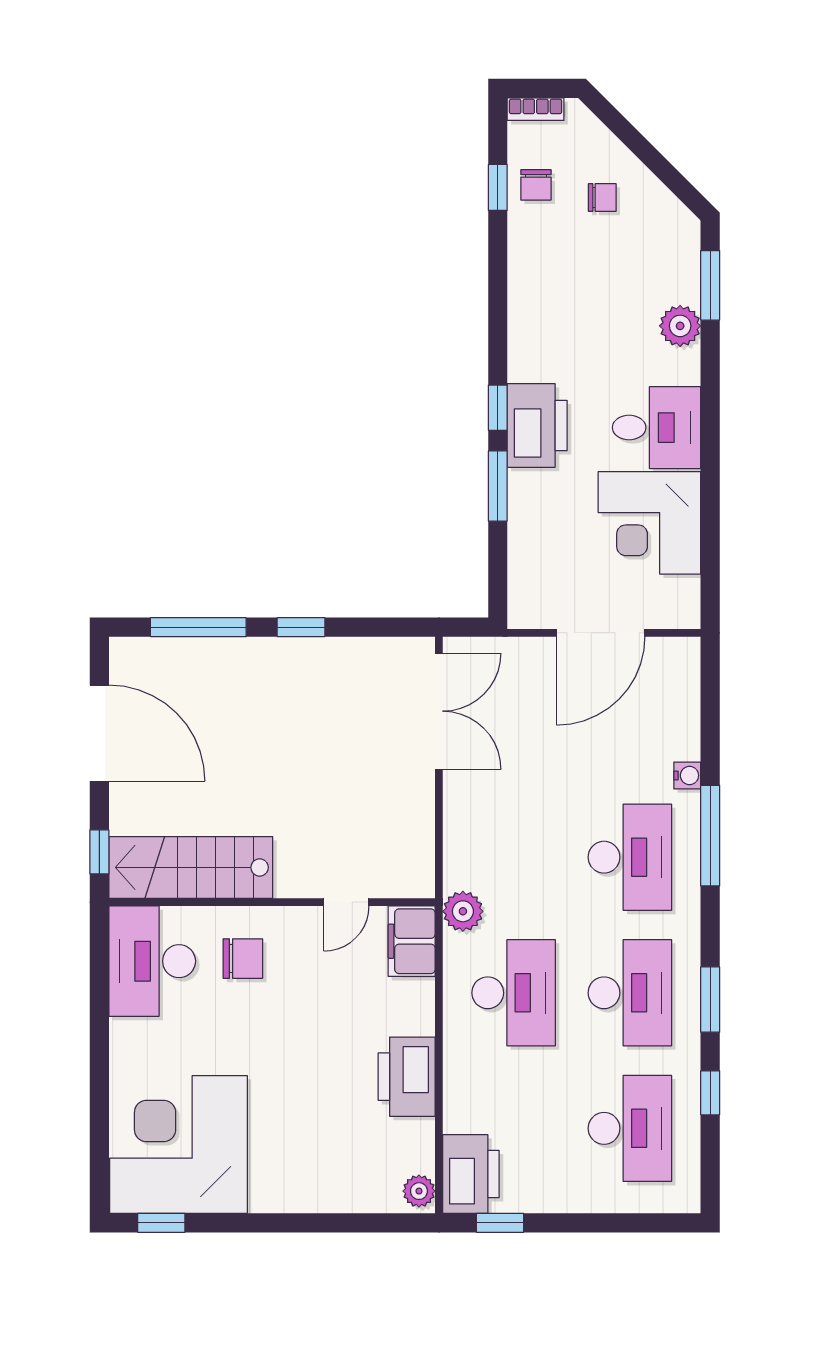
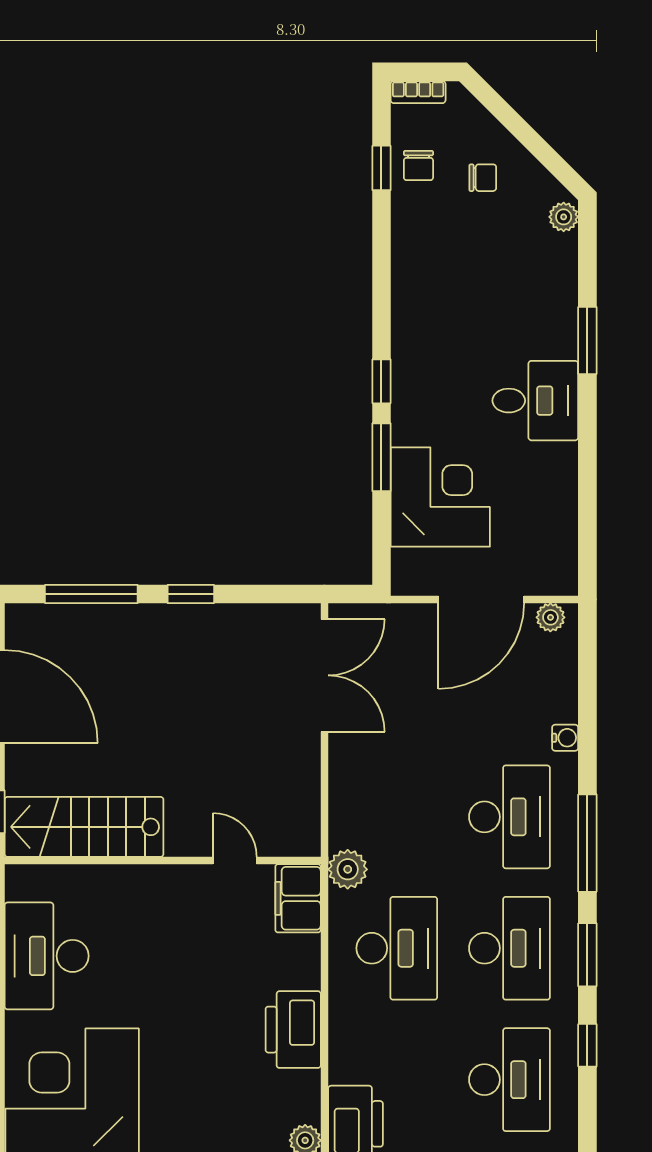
window: (710, 285) -> (587, 340), moved
plant: (680, 326) -> (564, 217), moved, width x0.73, depth x0.73
printer: (537, 426) -> (420, 399), removed
corner desk: (649, 523) -> (440, 497), moved, turned 180
plant: (672, 651) -> (550, 617), added
window: (710, 836) -> (587, 843), moved
door: (346, 902) -> (235, 860), swing flipped
chair: (243, 959) -> (134, 915), removed
desk: (152, 961) -> (47, 956), moved

